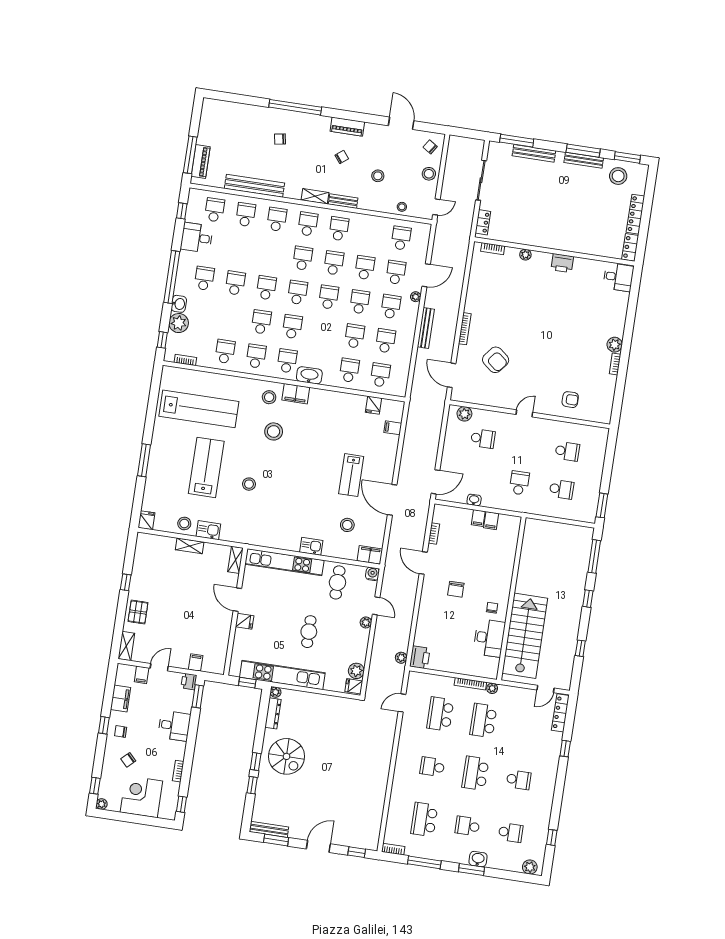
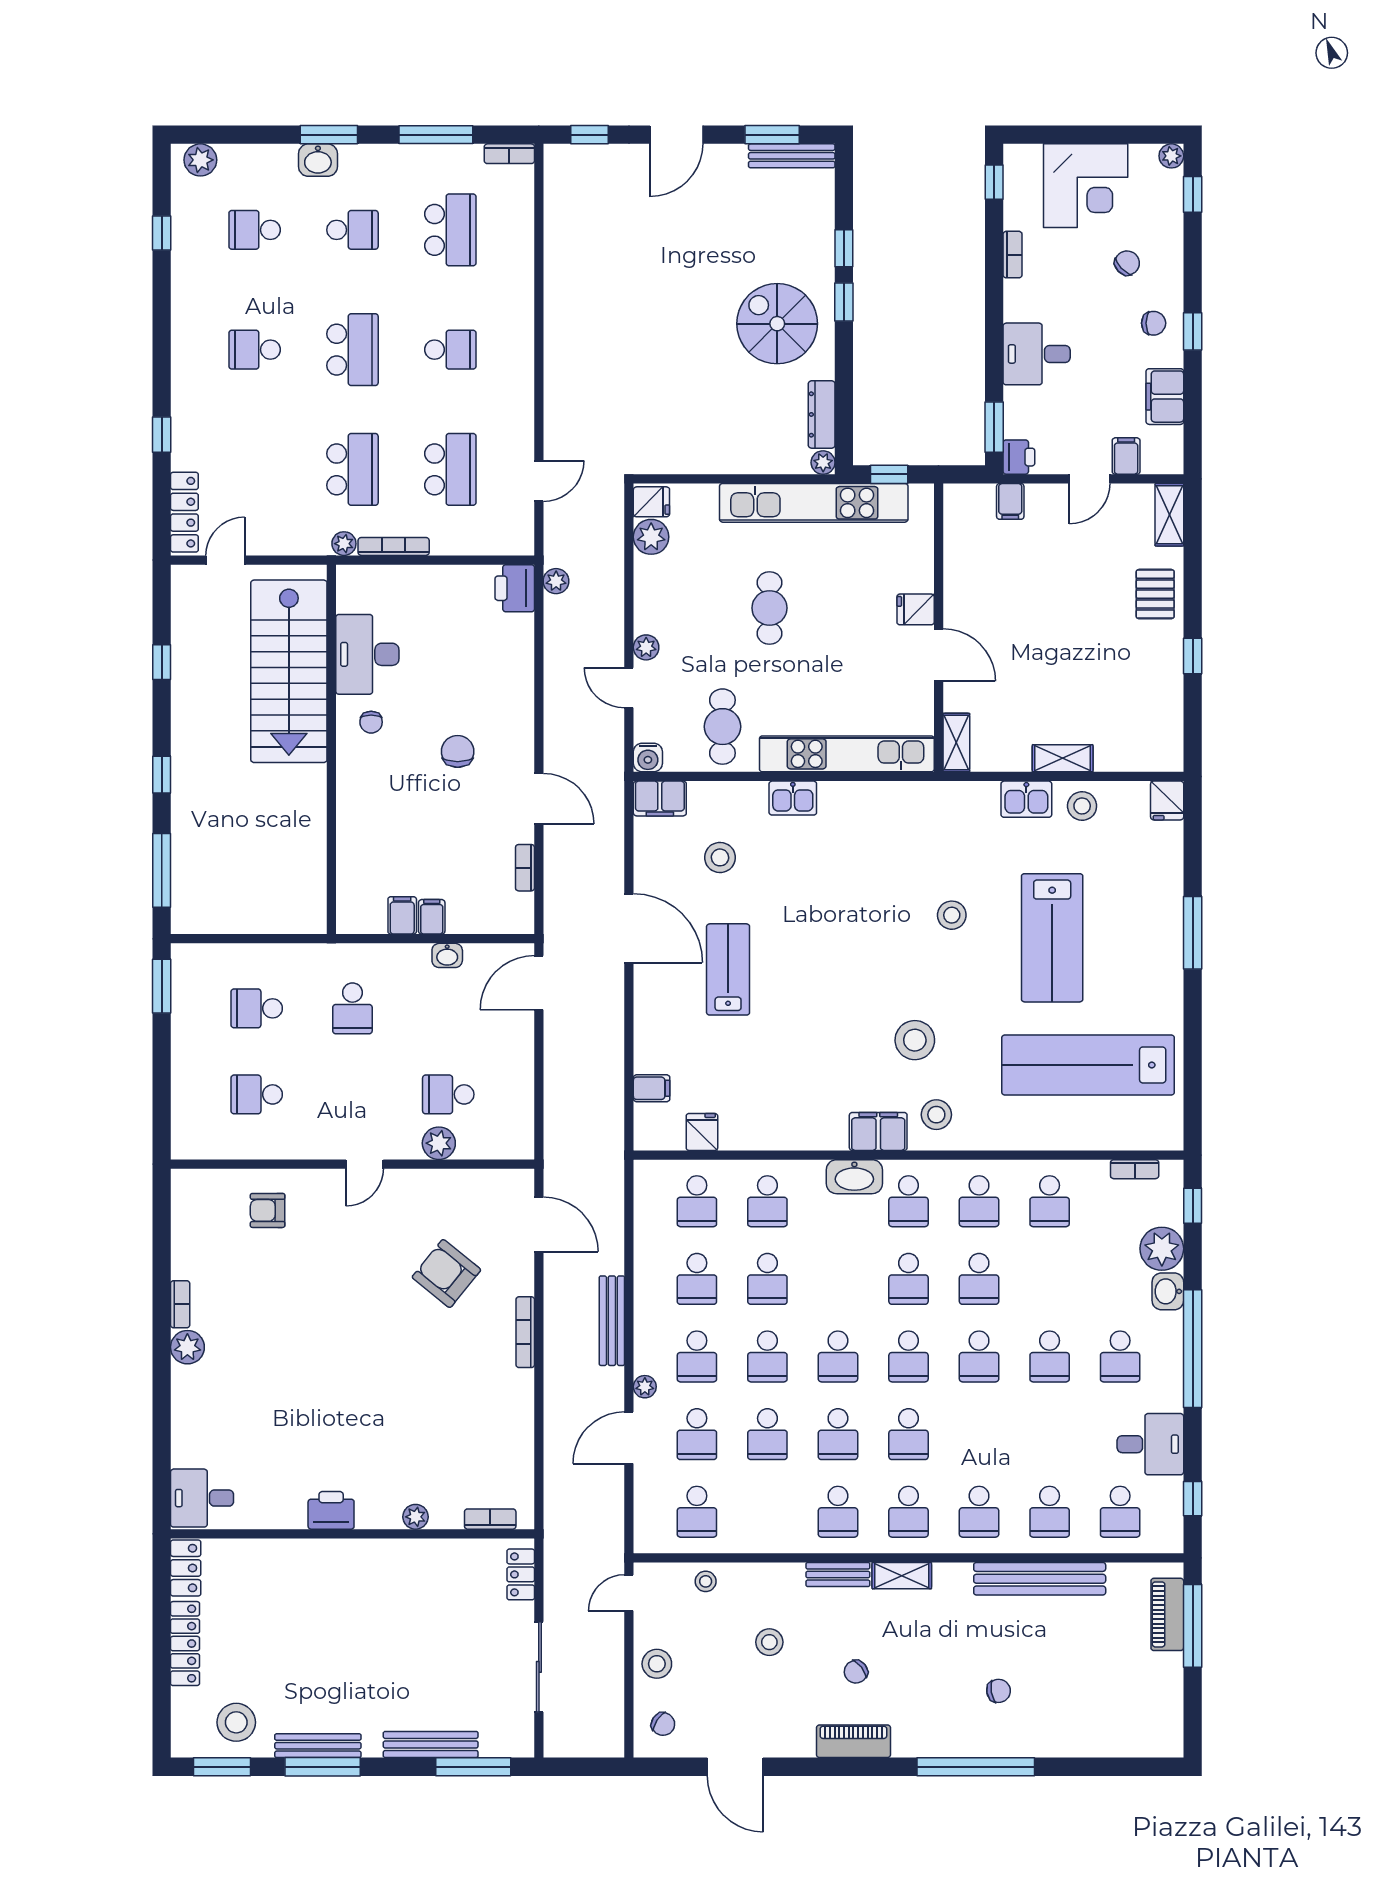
plant: (464, 414) -> (439, 1143), moved

